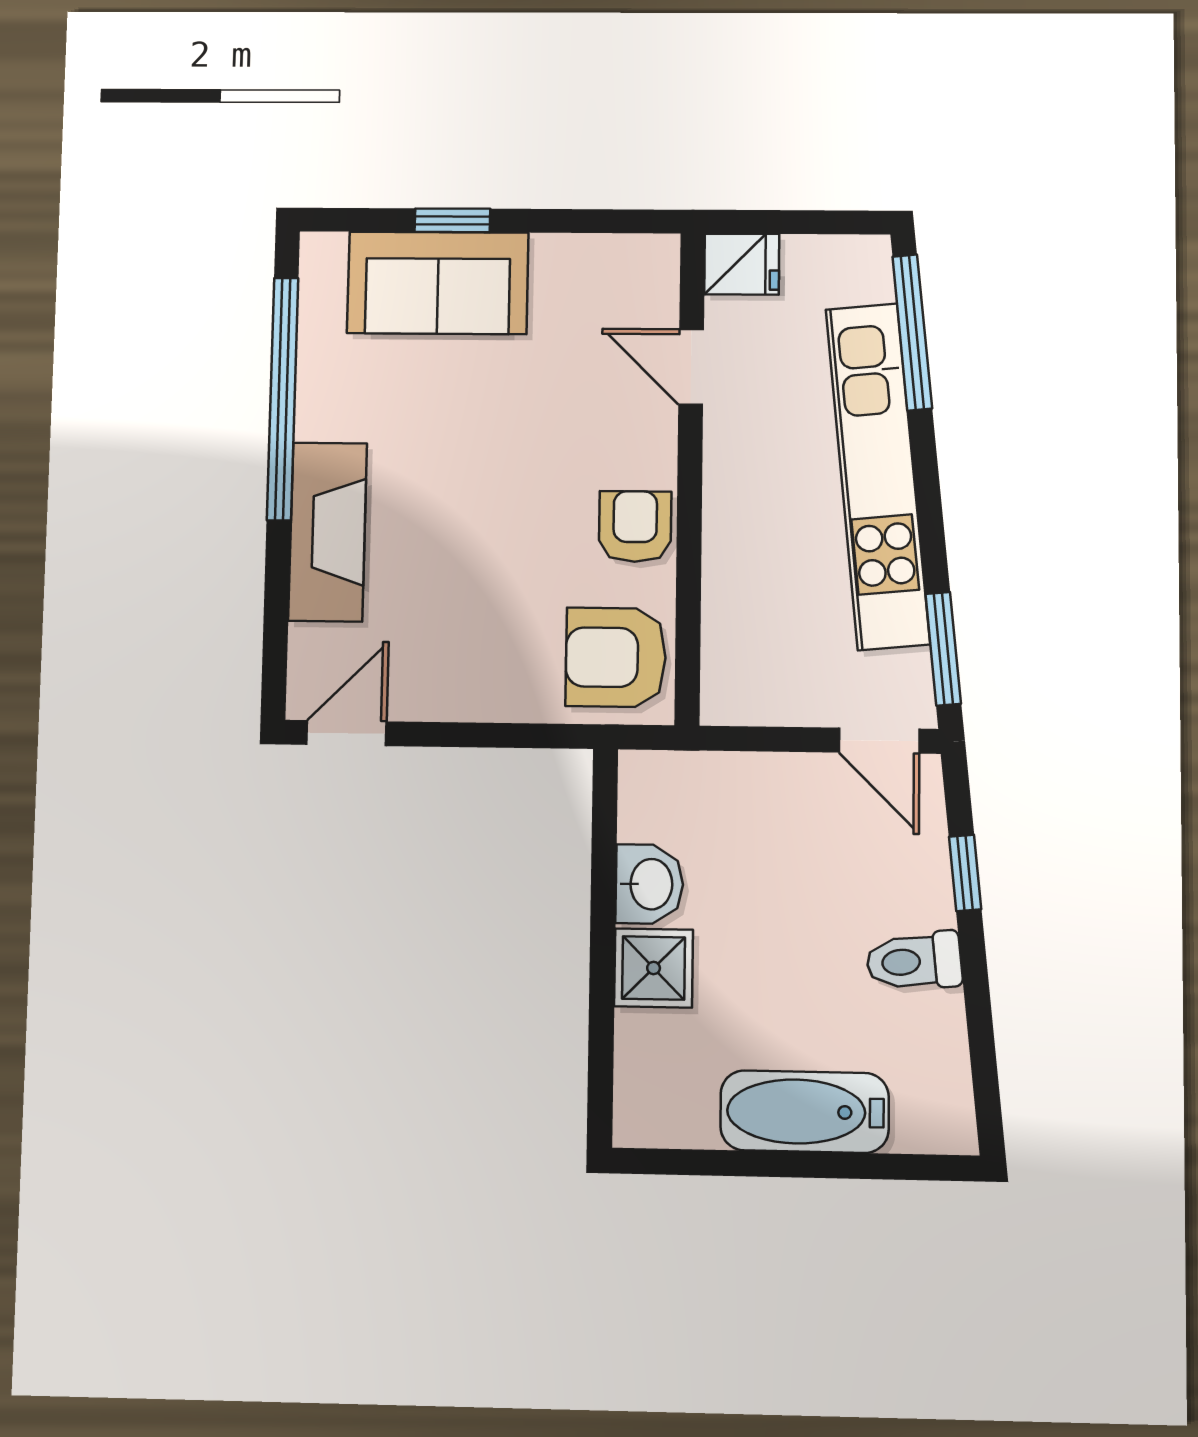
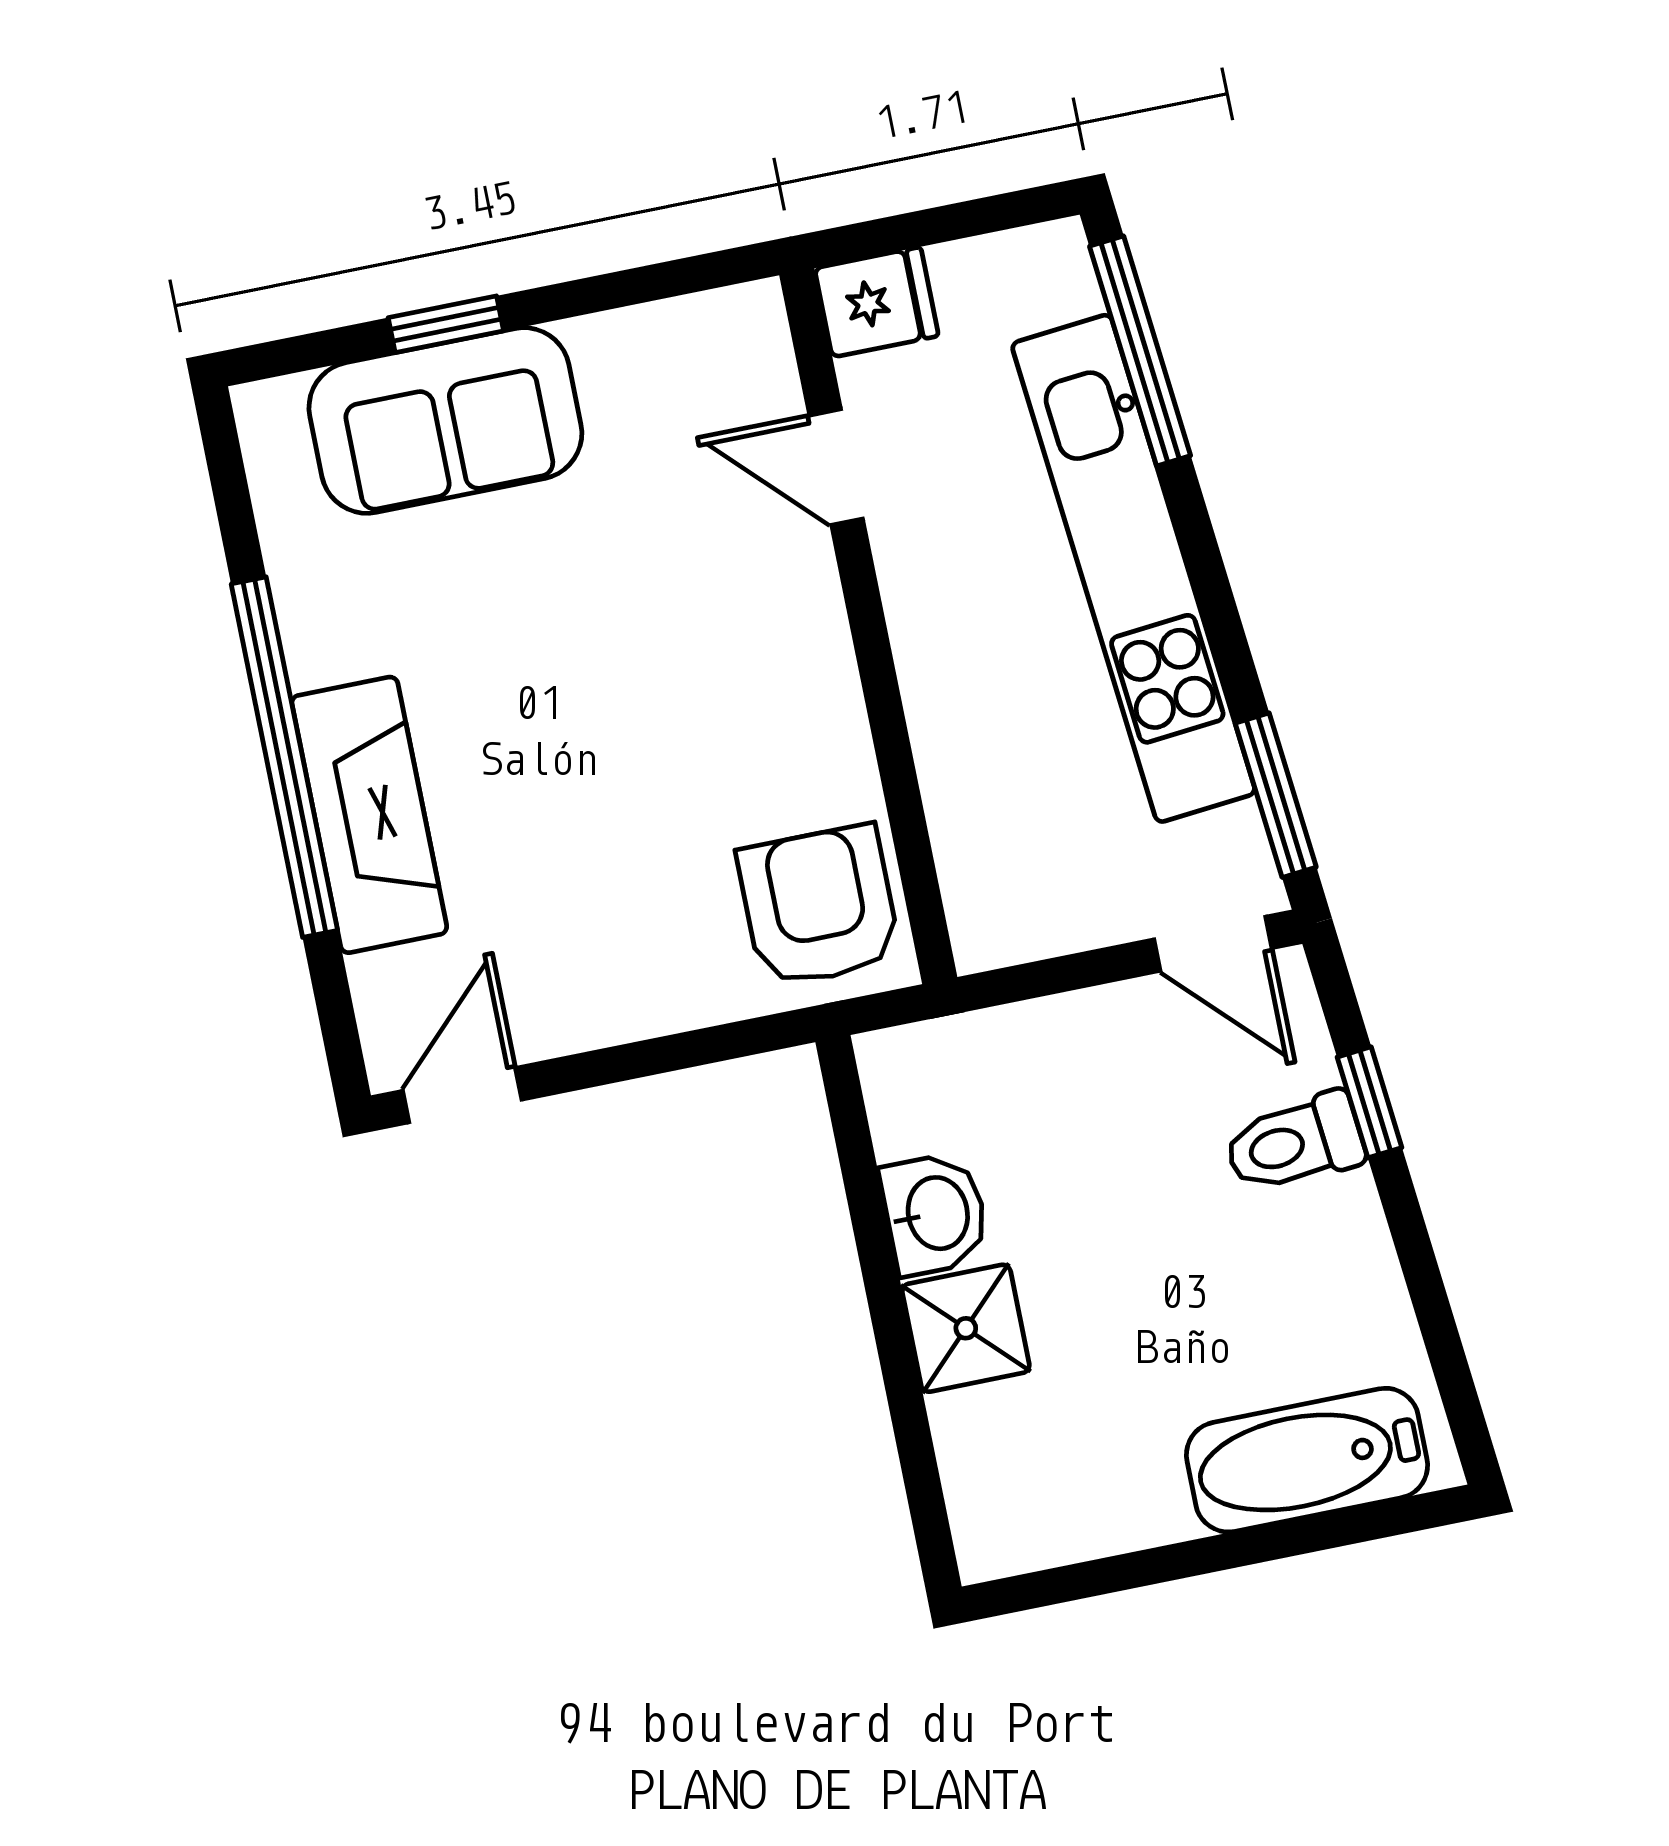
window: (283, 399) -> (284, 757), moved
armchair: (635, 527) -> (806, 714), removed
armchair: (616, 657) -> (819, 906), turned 90
toilet: (914, 961) -> (1294, 1143), moved
bathtub: (805, 1112) -> (1307, 1460), moved

